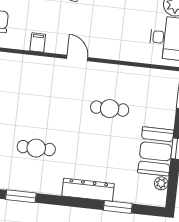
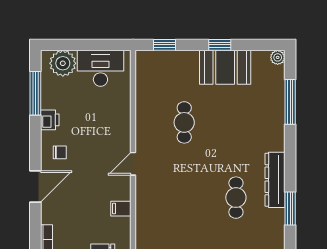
plant: (161, 183) -> (278, 57), moved
dresser: (88, 190) -> (275, 180), moved
window: (118, 207) -> (290, 102), width x1.44

